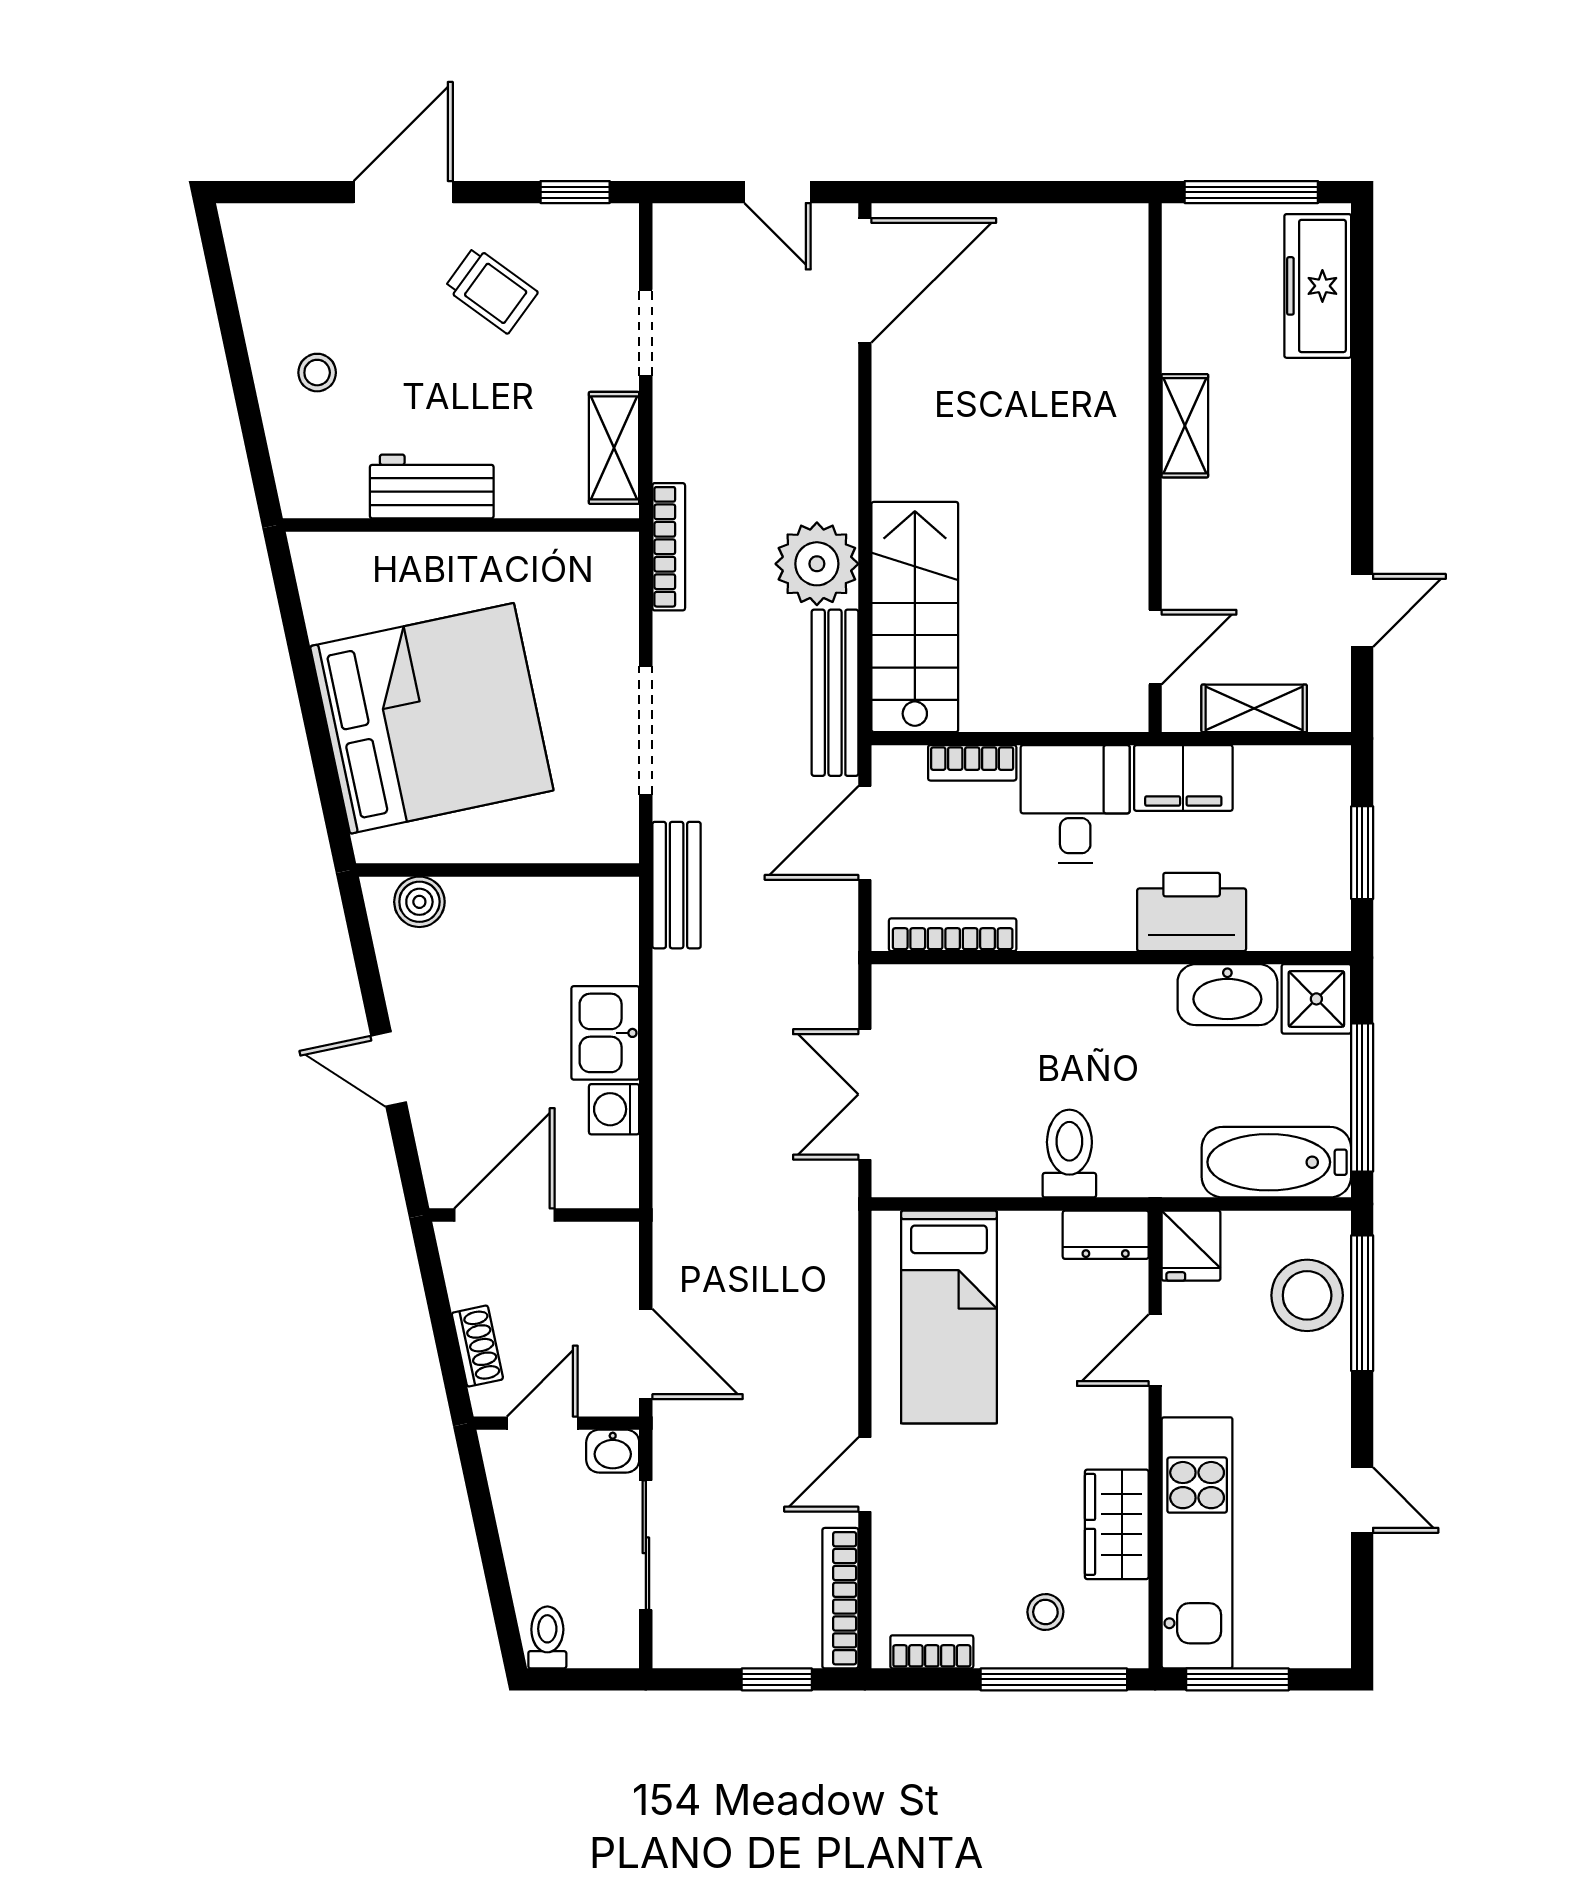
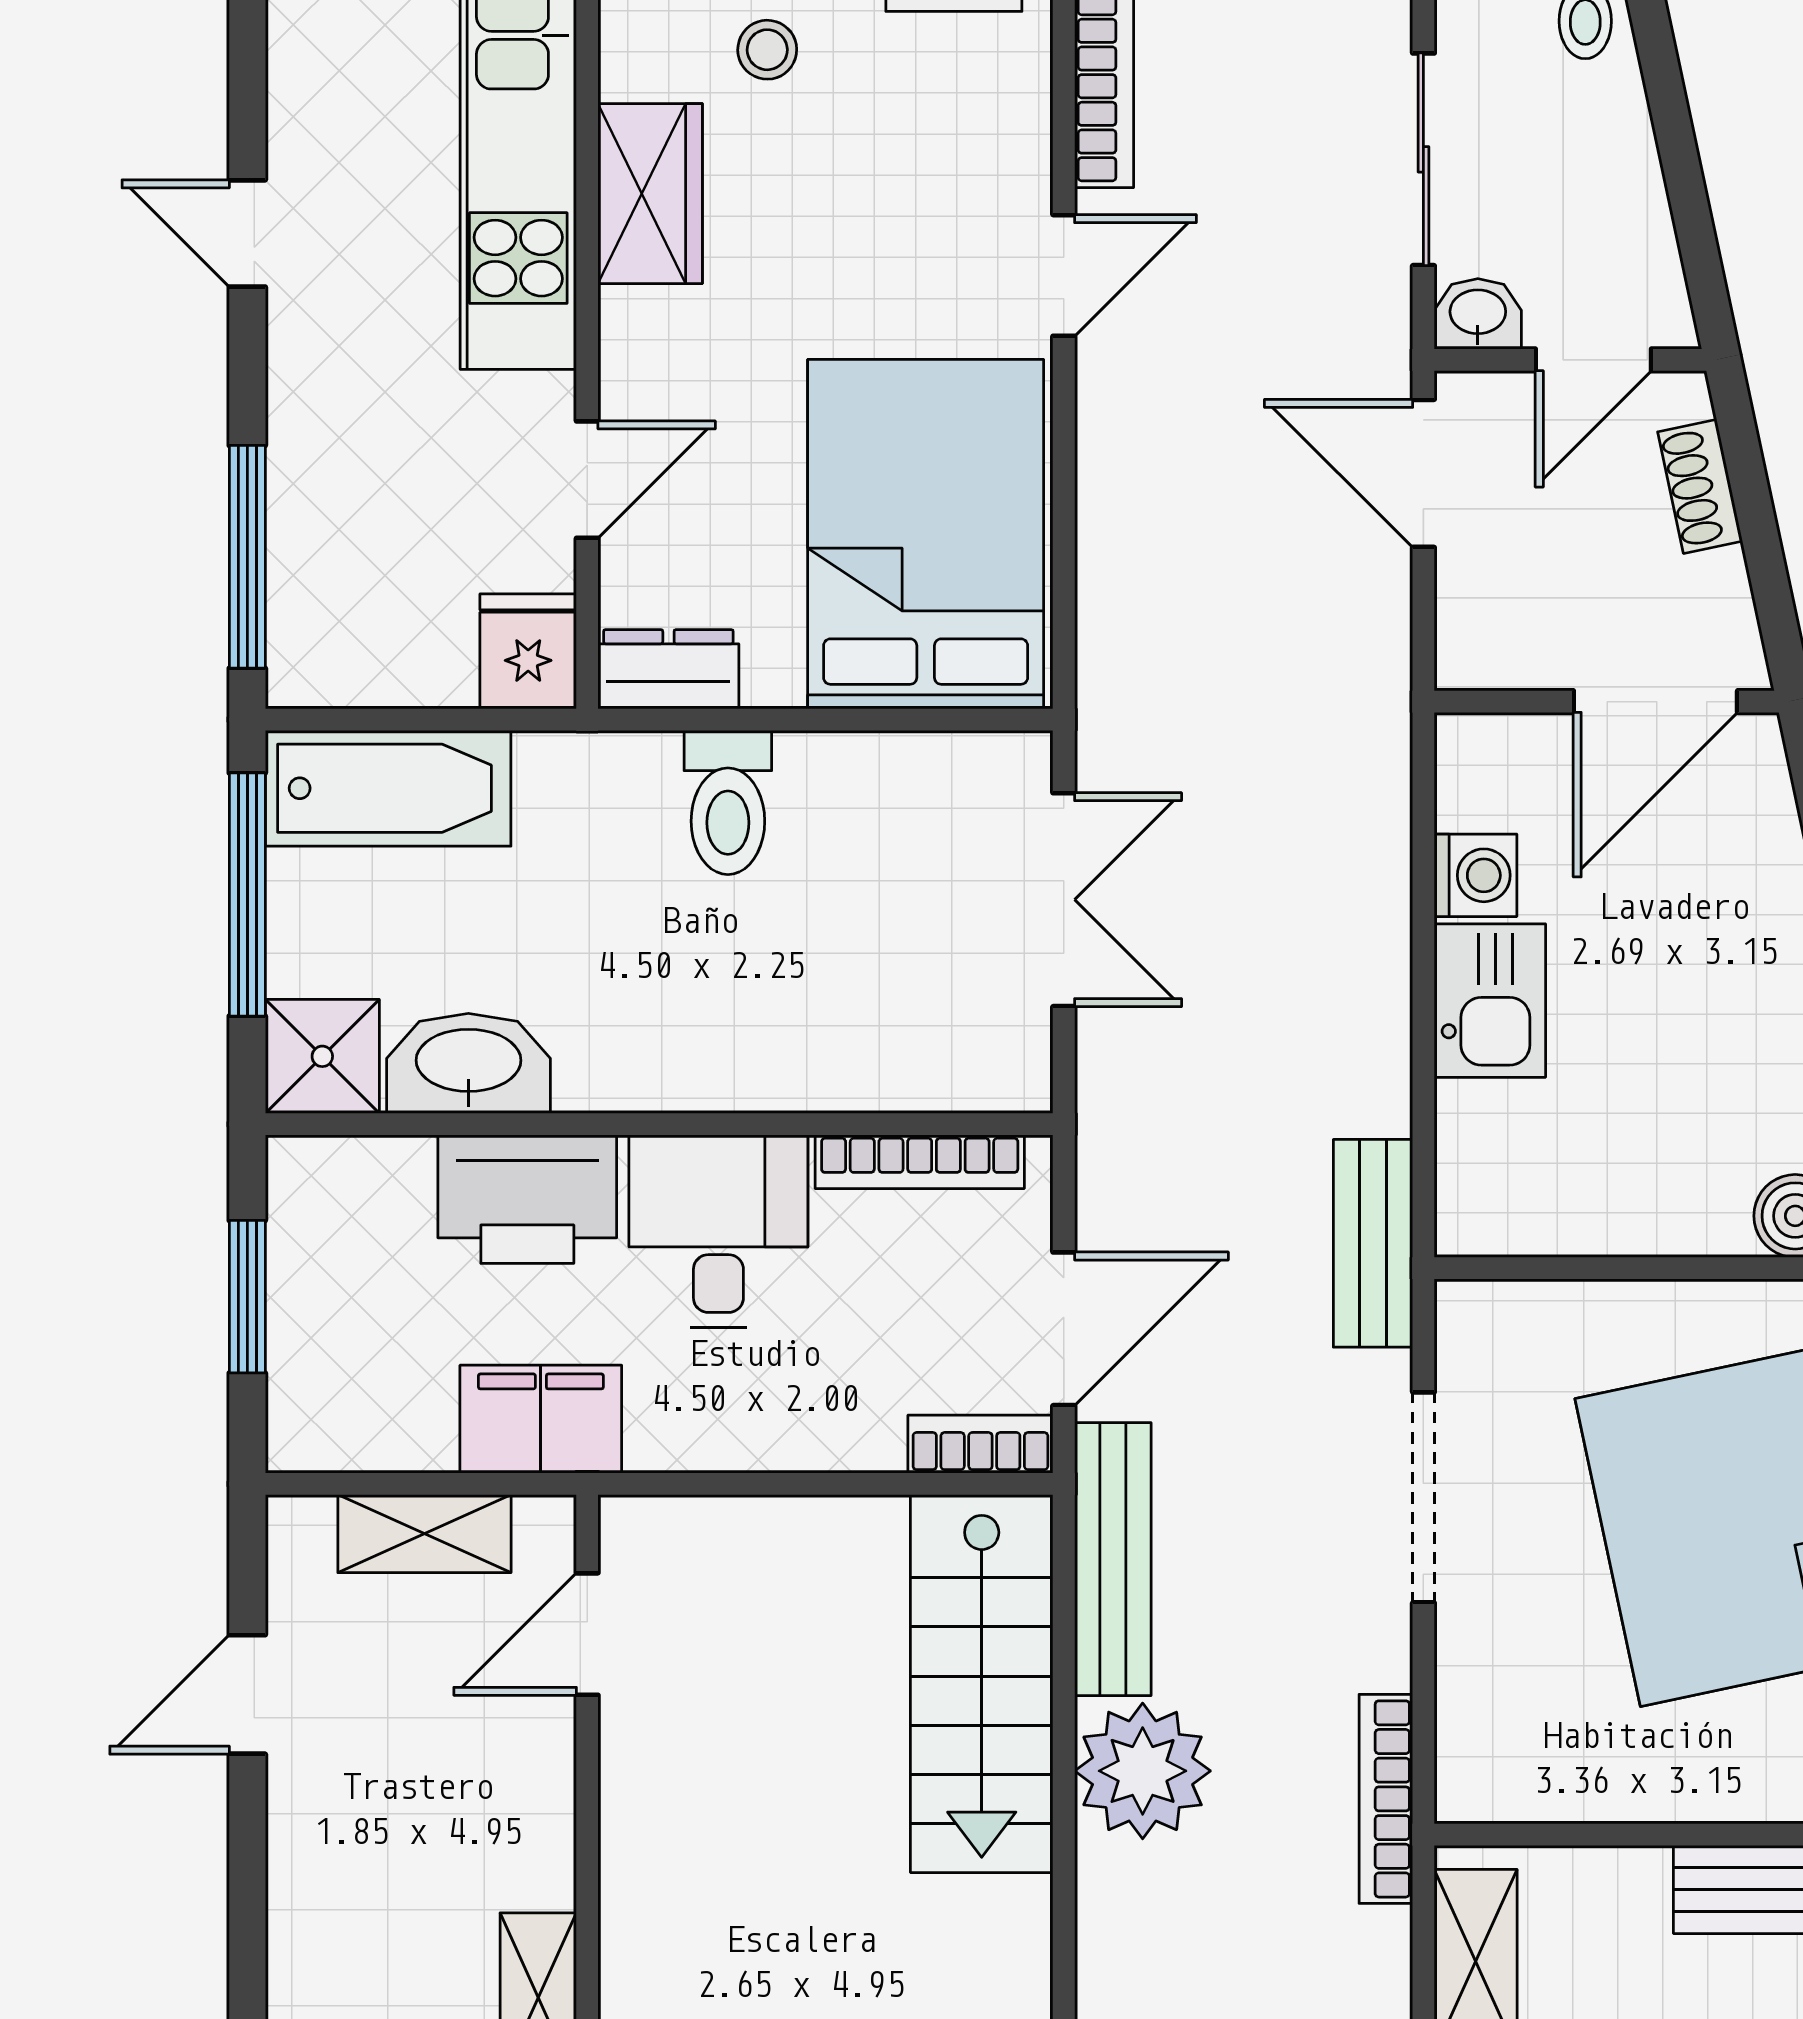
bookcase: (972, 763) -> (980, 1444), moved
desk: (1075, 804) -> (718, 1231), moved, turned 180
stool: (1307, 1295) -> (338, 570), removed
bed: (949, 1317) -> (926, 534), width x1.50

